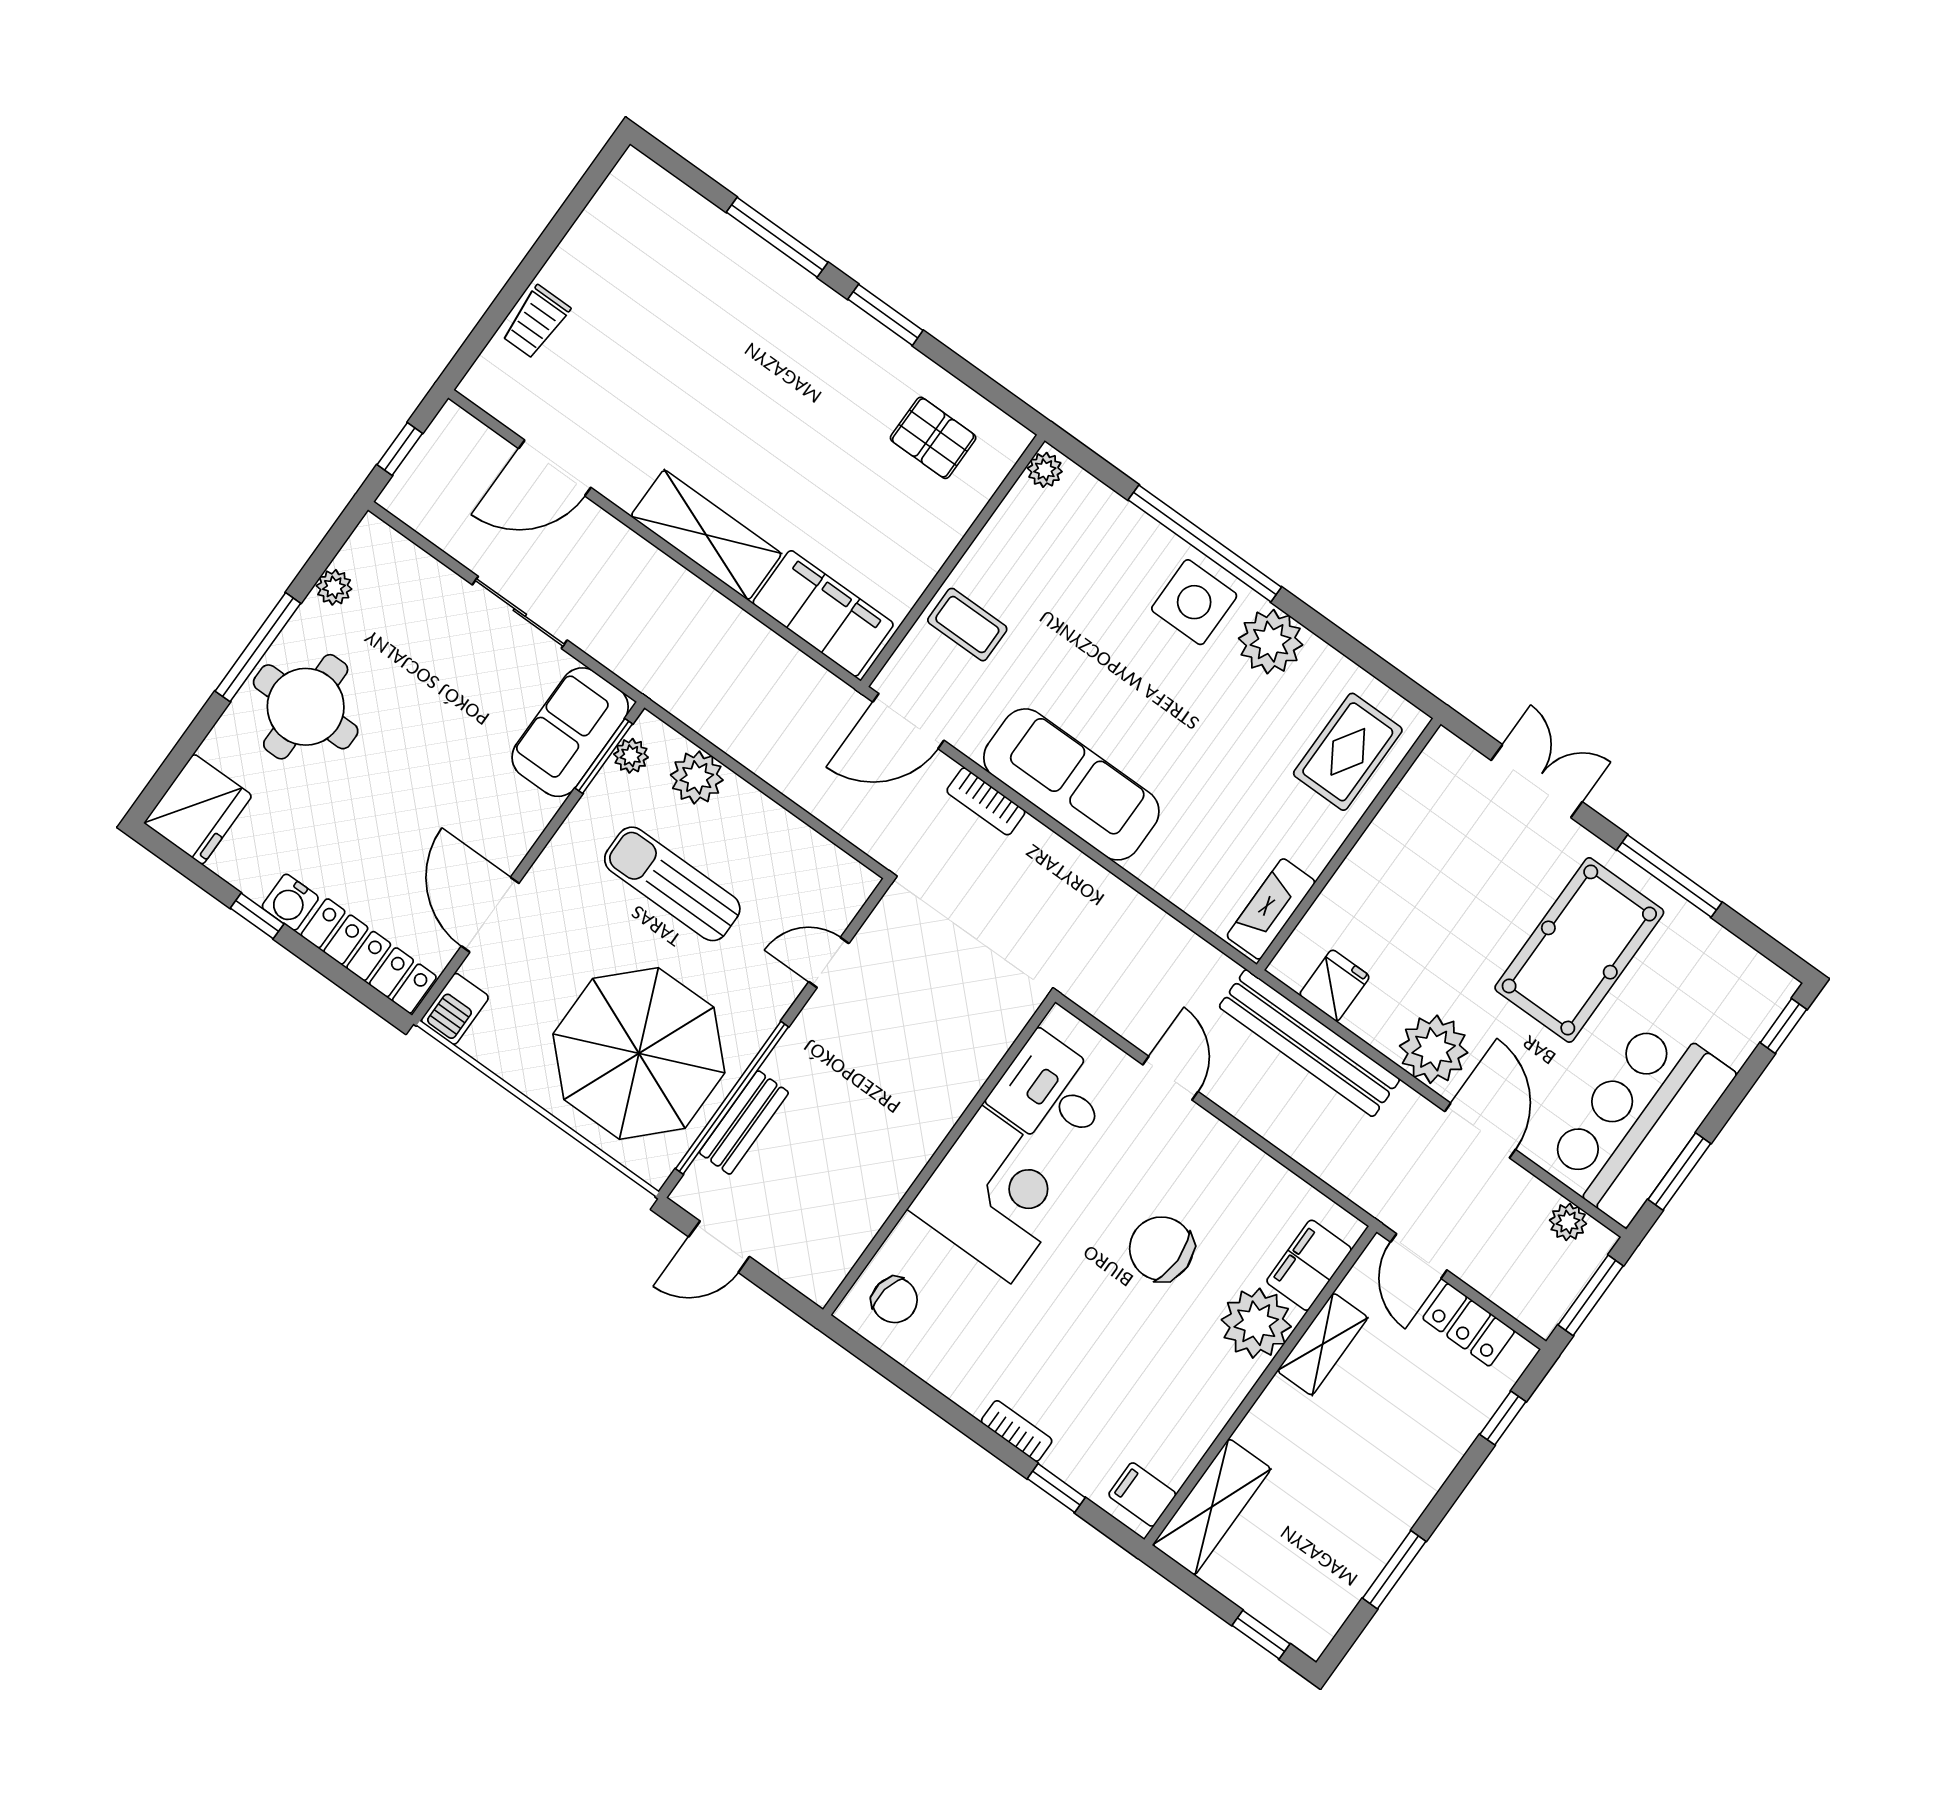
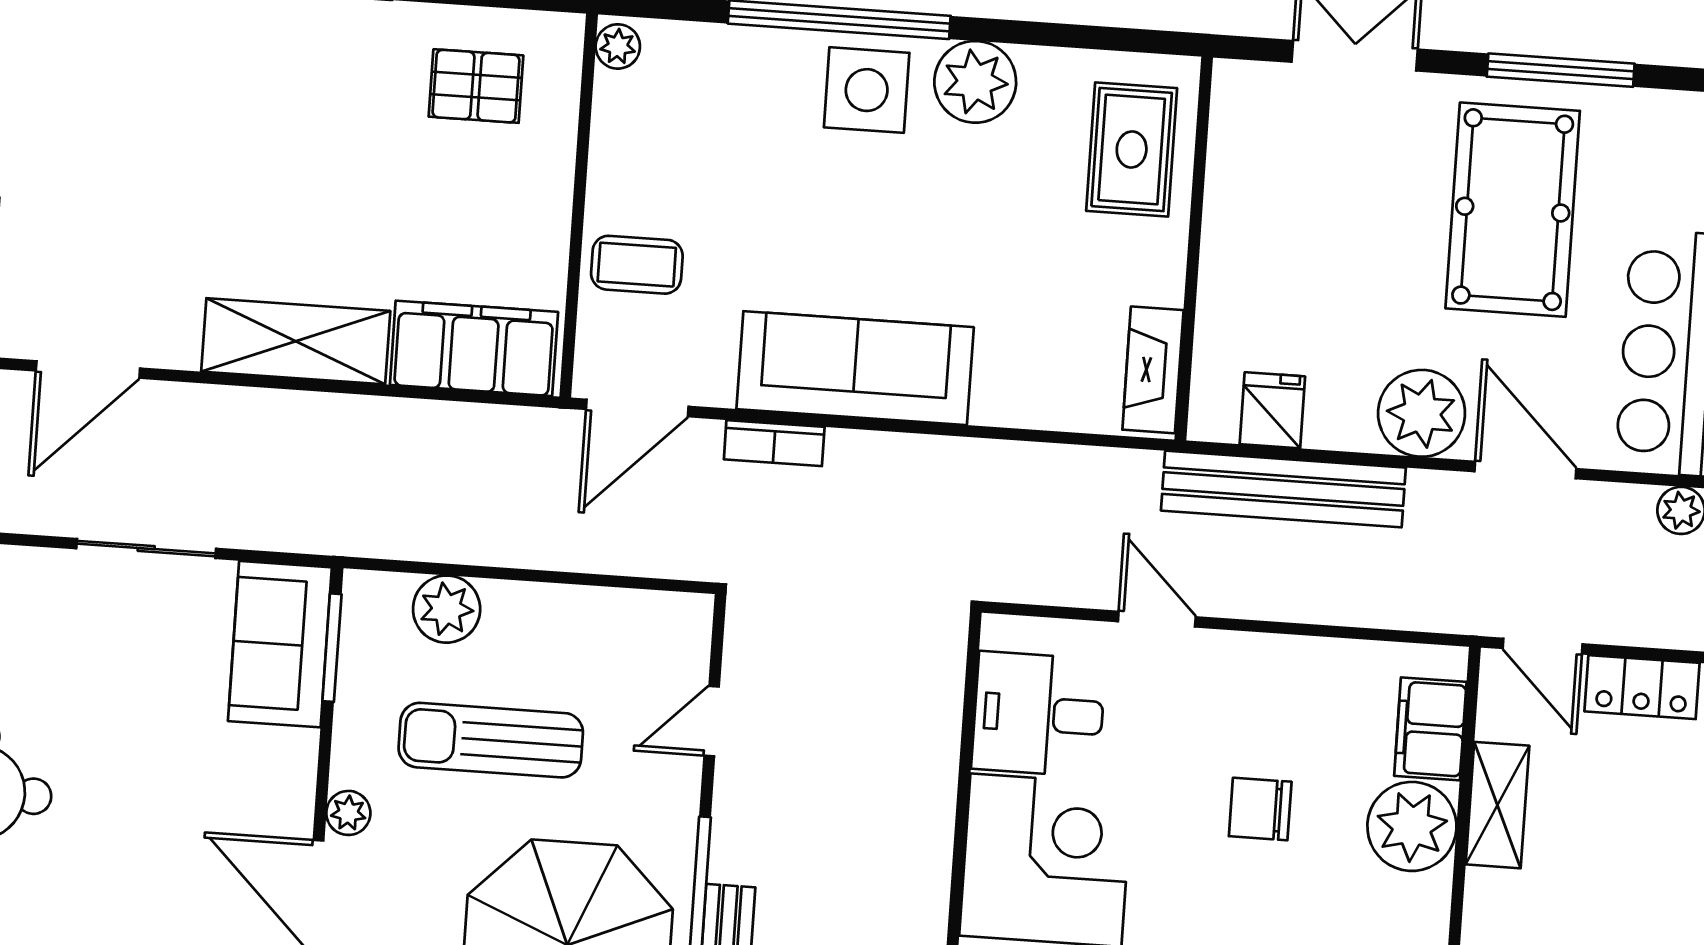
plant: (631, 756) -> (348, 813), moved
chair: (1161, 1249) -> (1260, 809), width x0.73, depth x0.73

